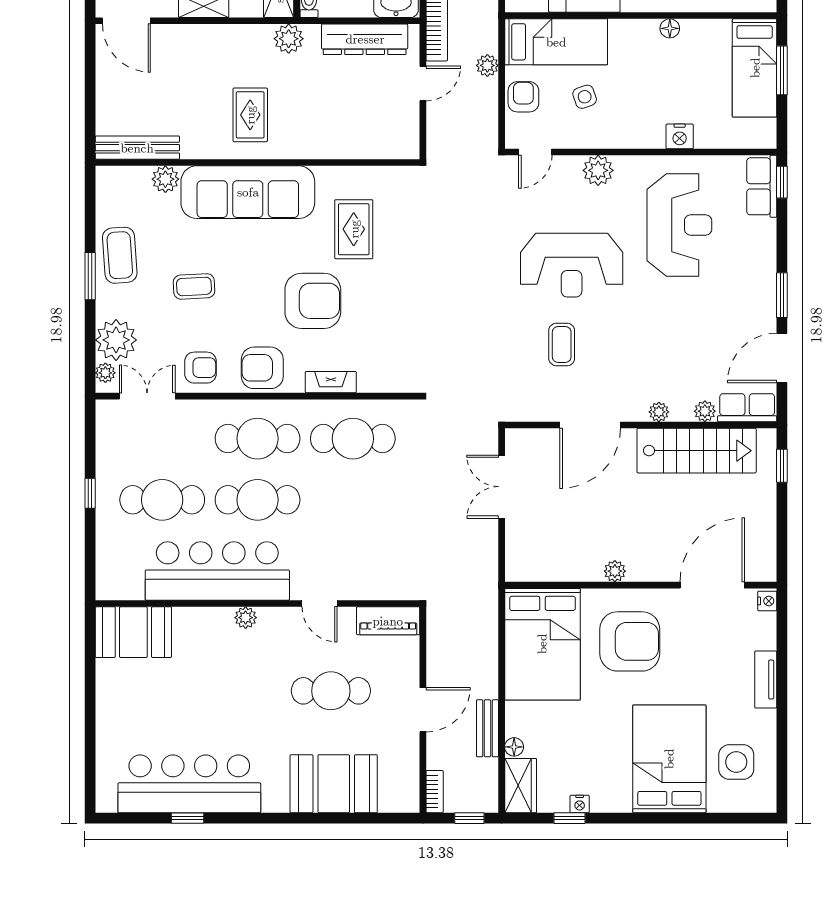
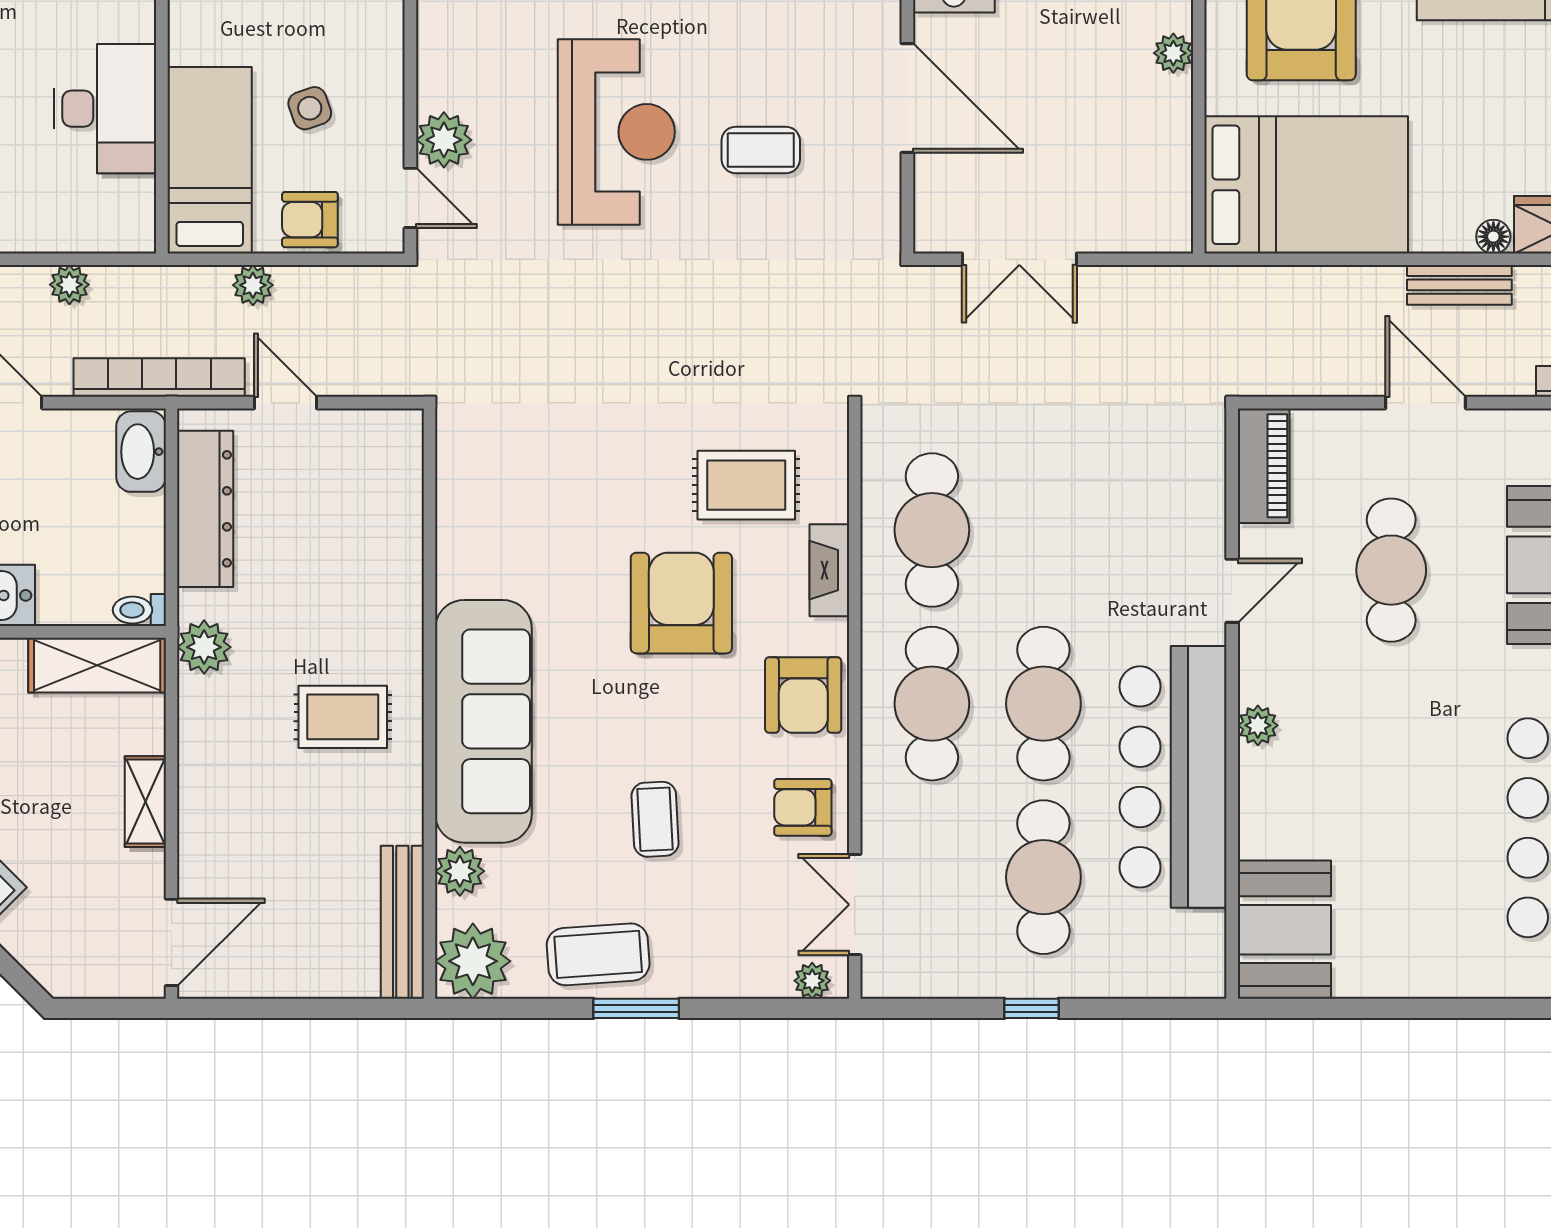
plant: (598, 170) -> (444, 140), moved
rug: (354, 229) -> (746, 485), moved
plant: (116, 340) -> (473, 961), moved
armchair: (201, 368) -> (803, 807), turned -90

